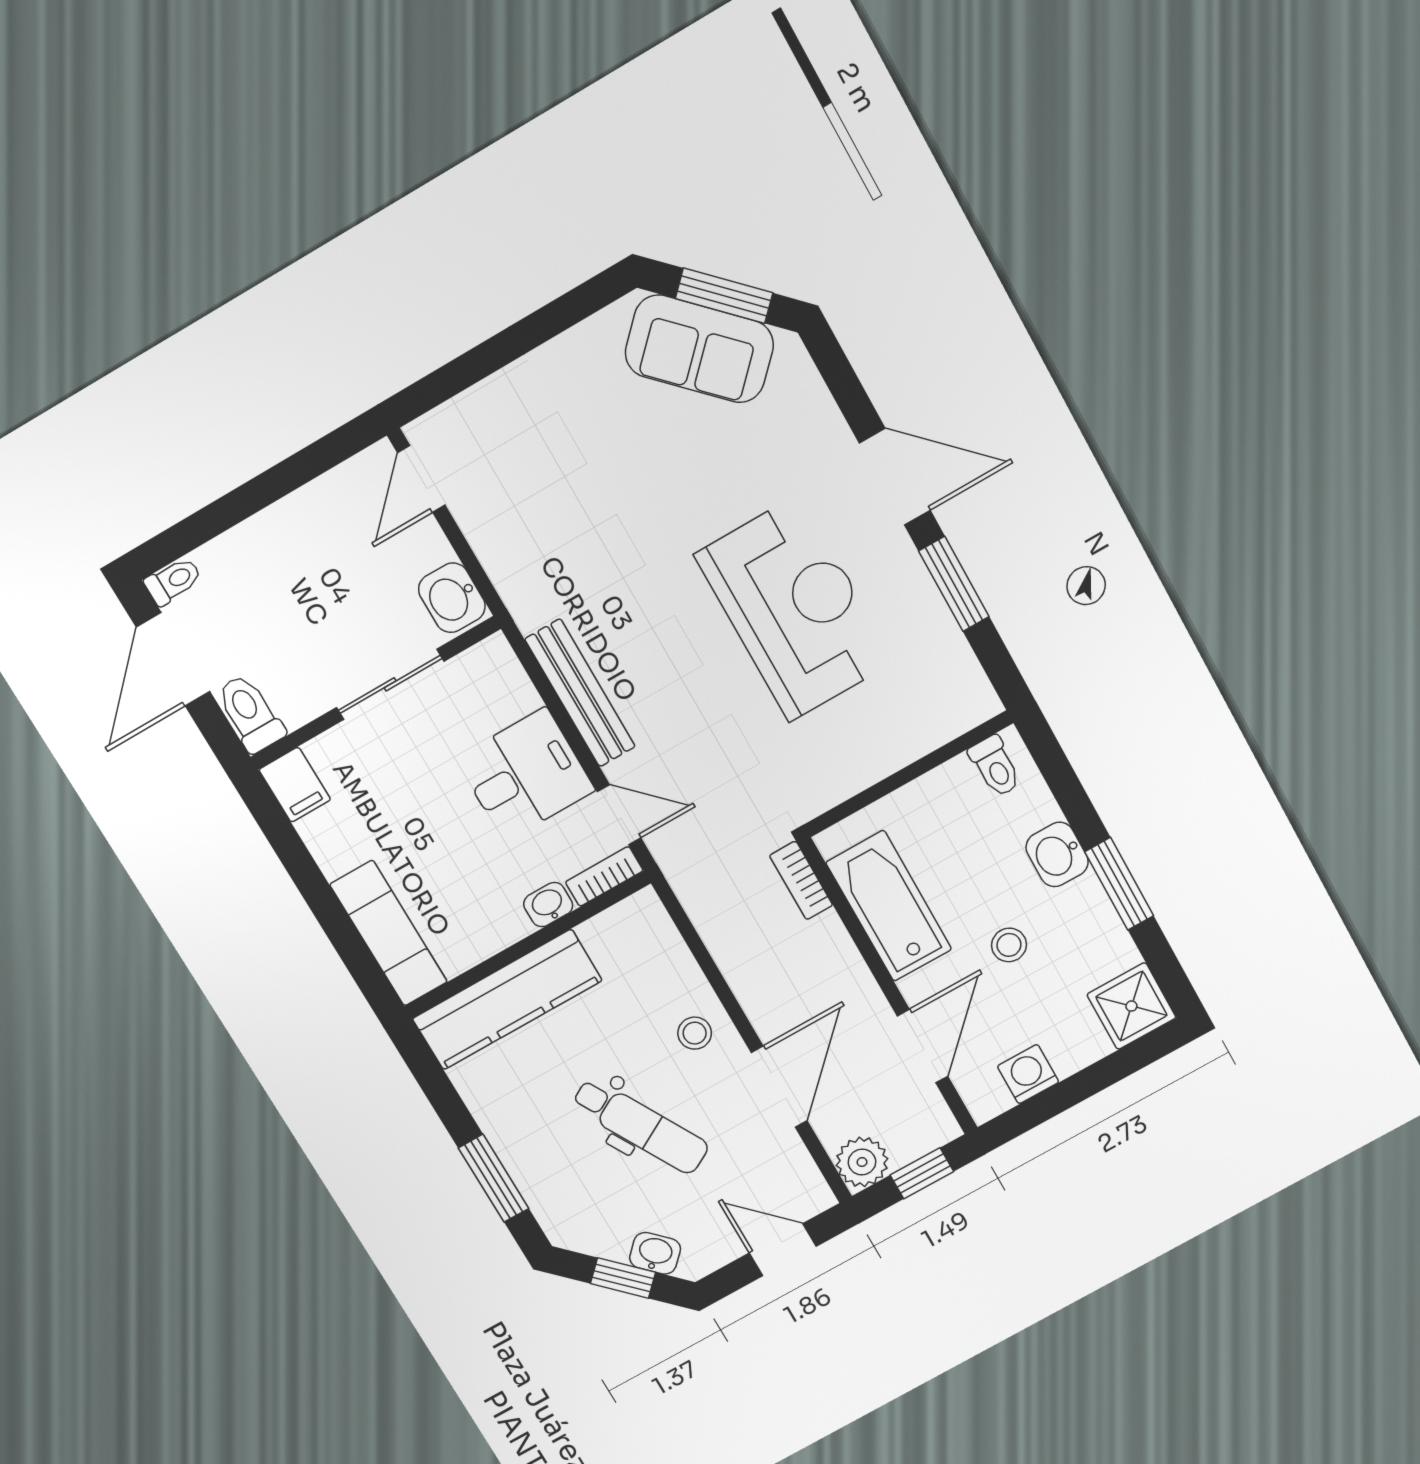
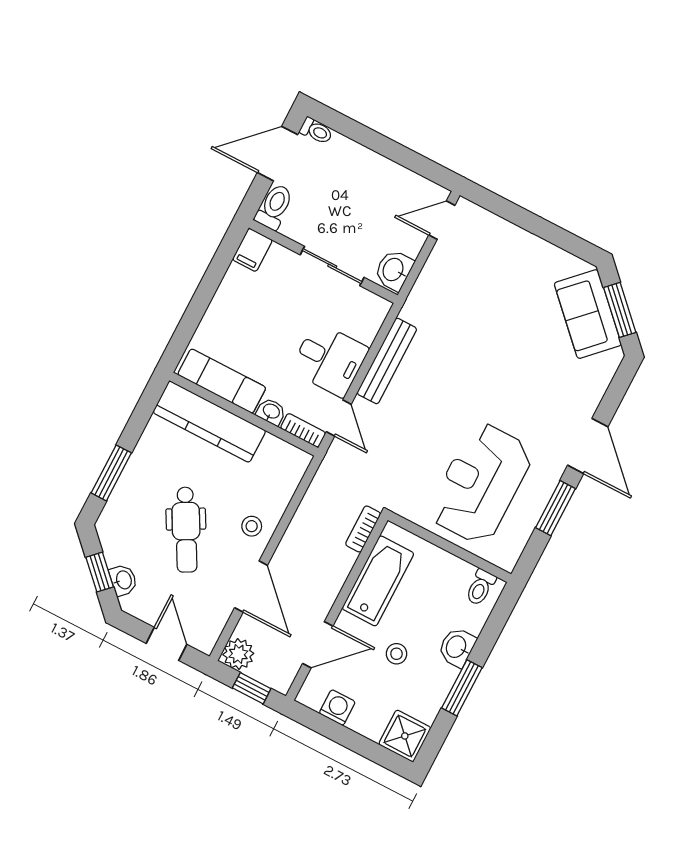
reception desk: (795, 609) -> (481, 483), moved, turned 180
exam couch: (389, 933) -> (222, 381), moved, turned -90
door: (779, 1087) -> (251, 586), hinge flipped

